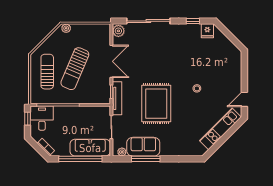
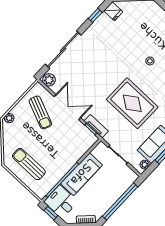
sun lounger: (75, 69) -> (40, 112), moved, width x0.73, depth x0.75
tv unit: (117, 98) -> (96, 126), width x0.71
sofa: (90, 148) -> (81, 174), moved, turned 180

